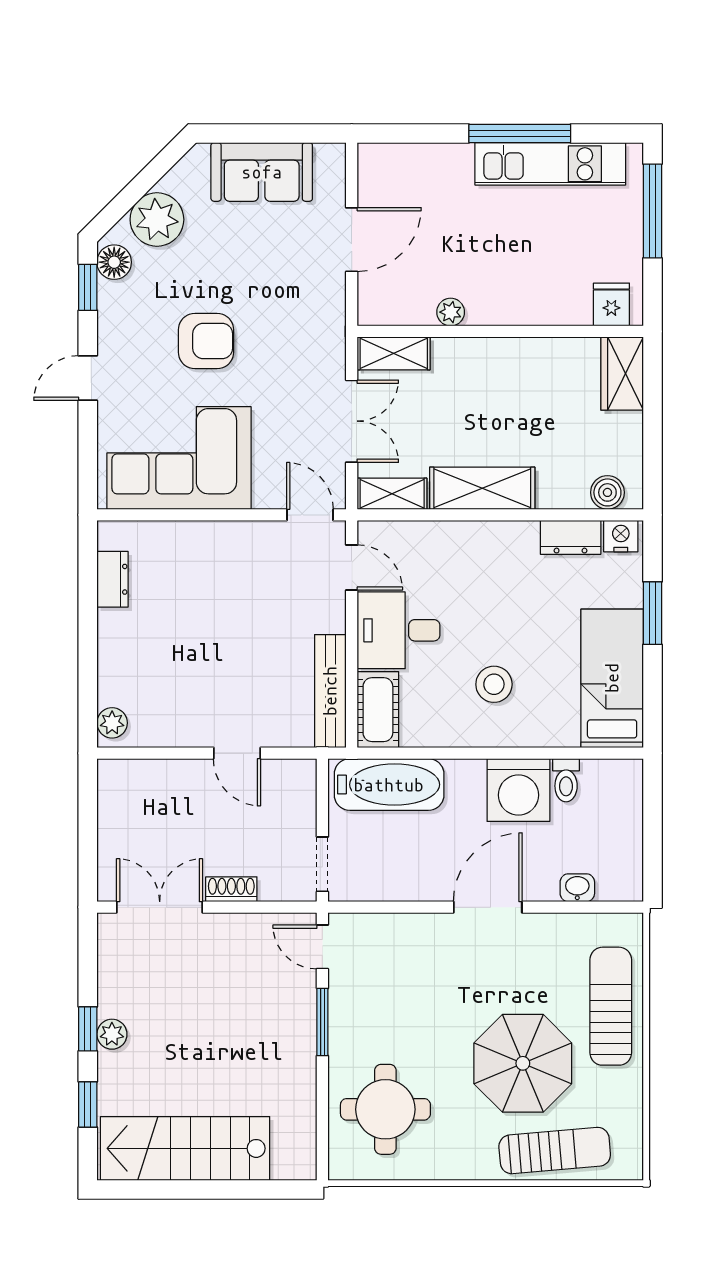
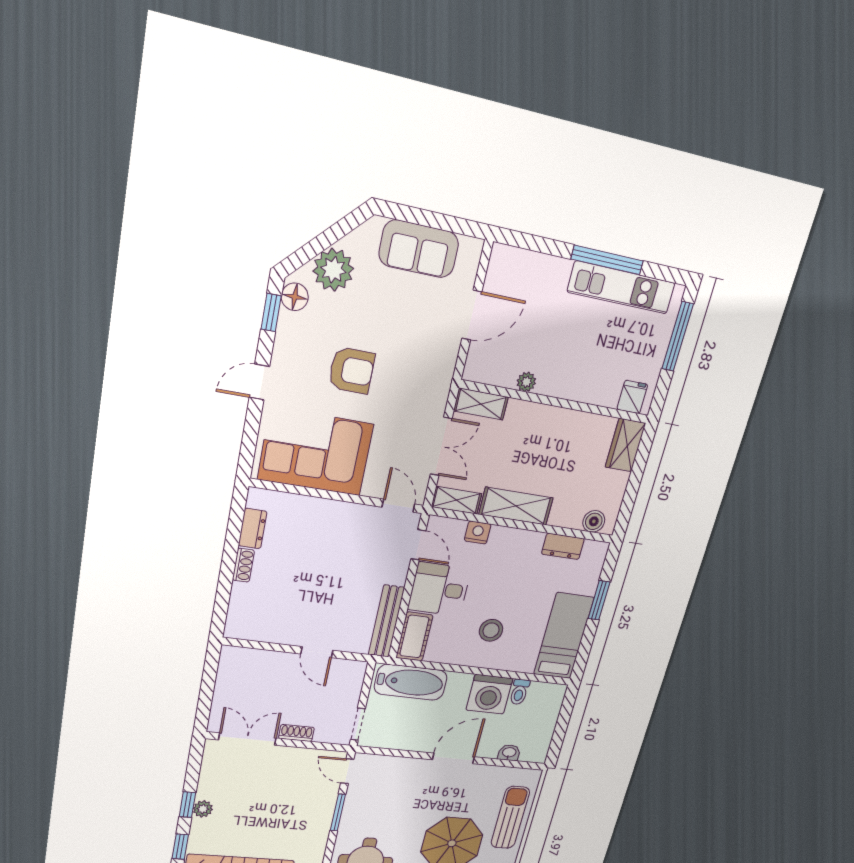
nightstand: (621, 536) -> (478, 532), moved
shoe rack: (109, 634) -> (243, 565), added
plant: (112, 723) -> (236, 623), removed

